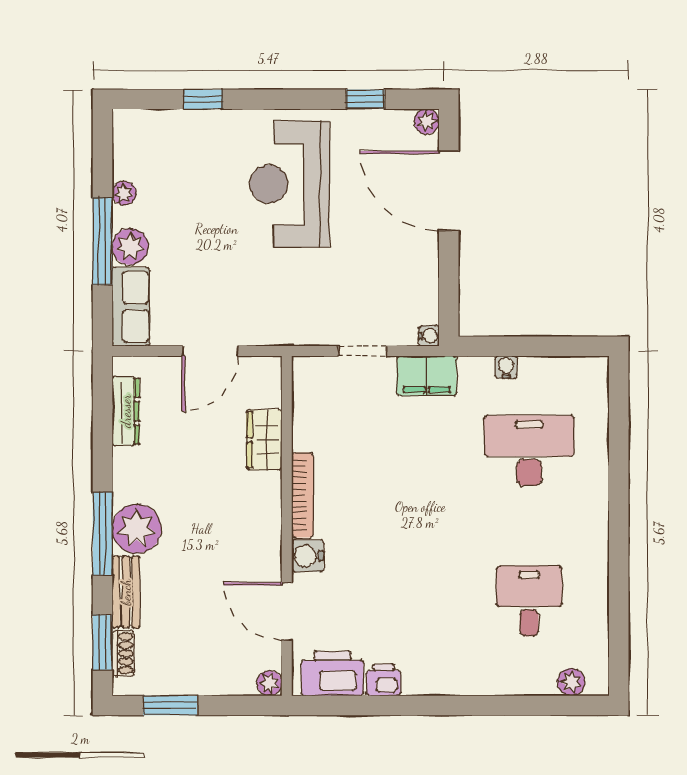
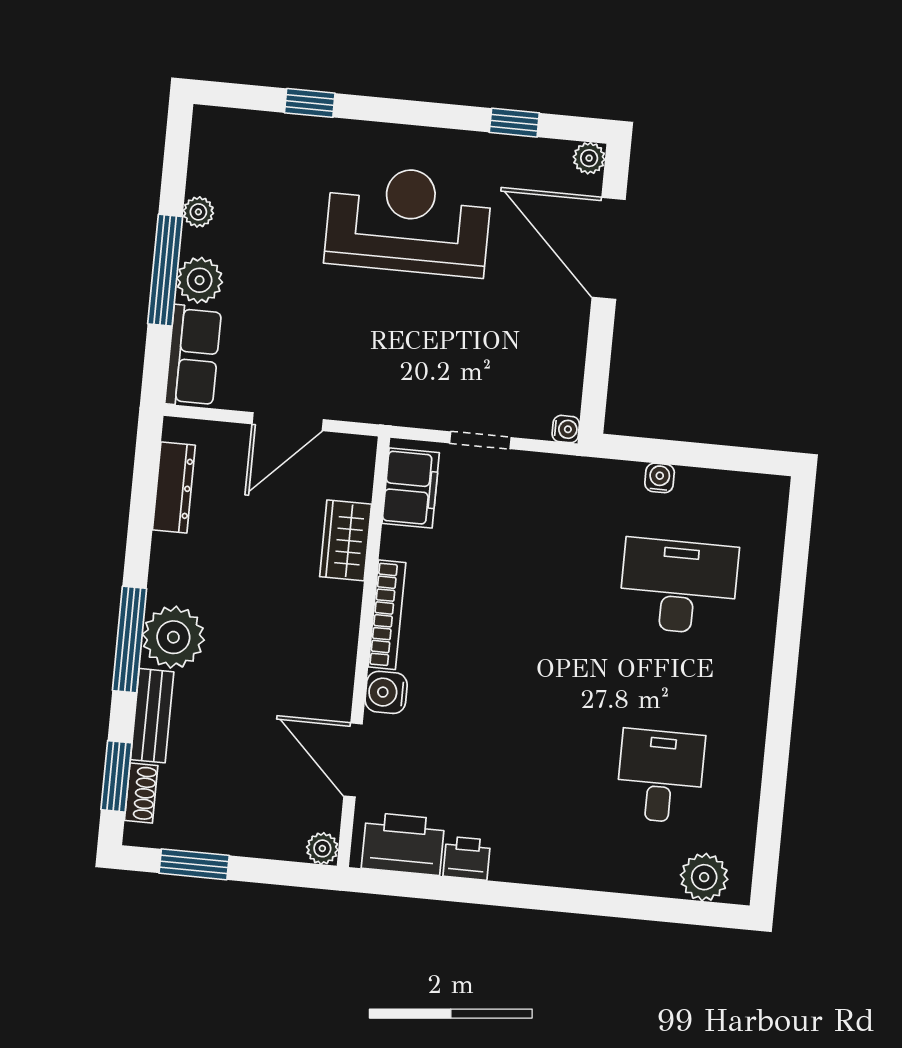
reception desk: (289, 184) -> (408, 221), turned 90
filing cabinet: (427, 376) -> (411, 488), moved, turned -90
plant: (571, 682) -> (704, 877), width x1.38, depth x1.38

